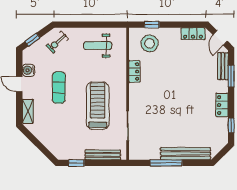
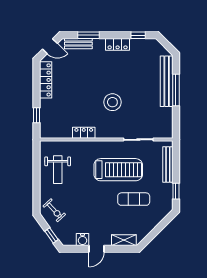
locker: (193, 34) -> (46, 80), width x1.53
stool: (150, 43) -> (112, 102), moved
exercise mat: (59, 87) -> (134, 199), moved
treadmill: (98, 106) -> (118, 170), turned 180
window: (166, 163) -> (176, 90), moved

